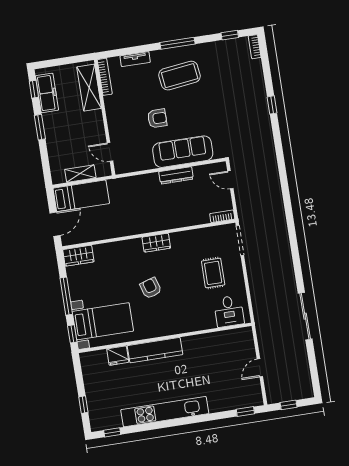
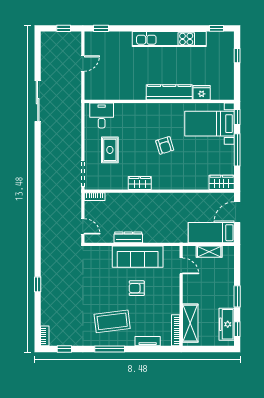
sofa: (183, 152) -> (138, 257), moved
wardrobe: (156, 243) -> (140, 183), moved

